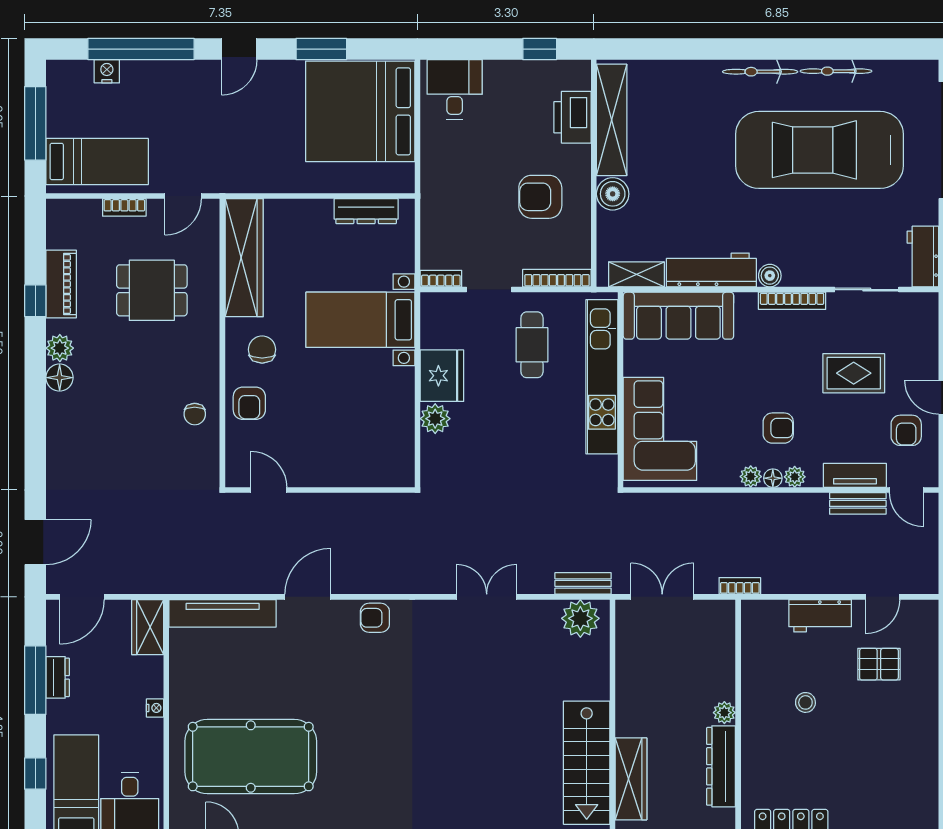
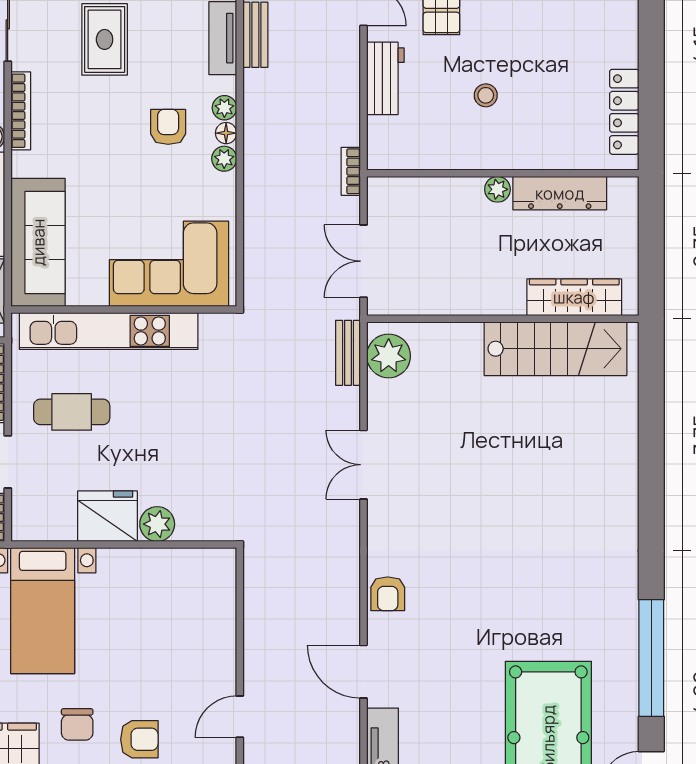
chair: (262, 350) -> (77, 724), turned -90

